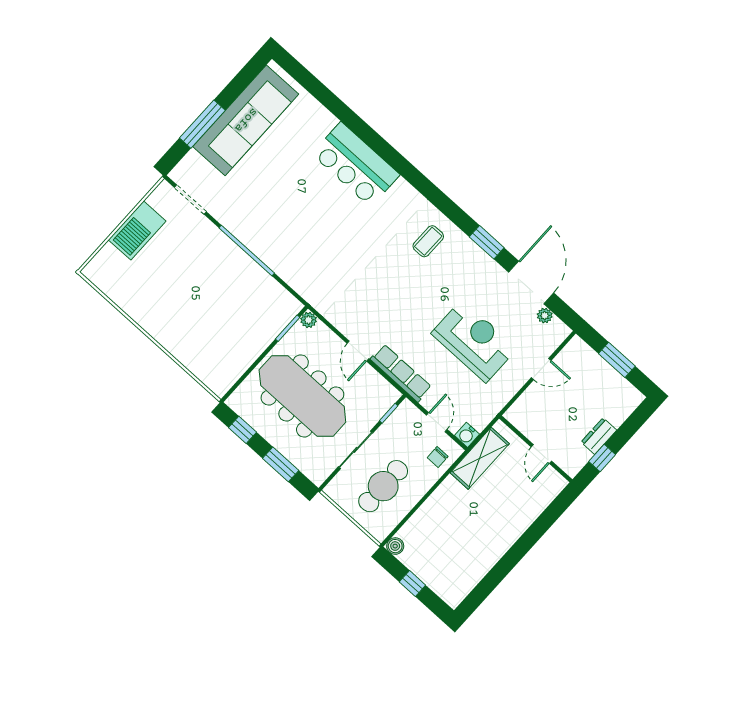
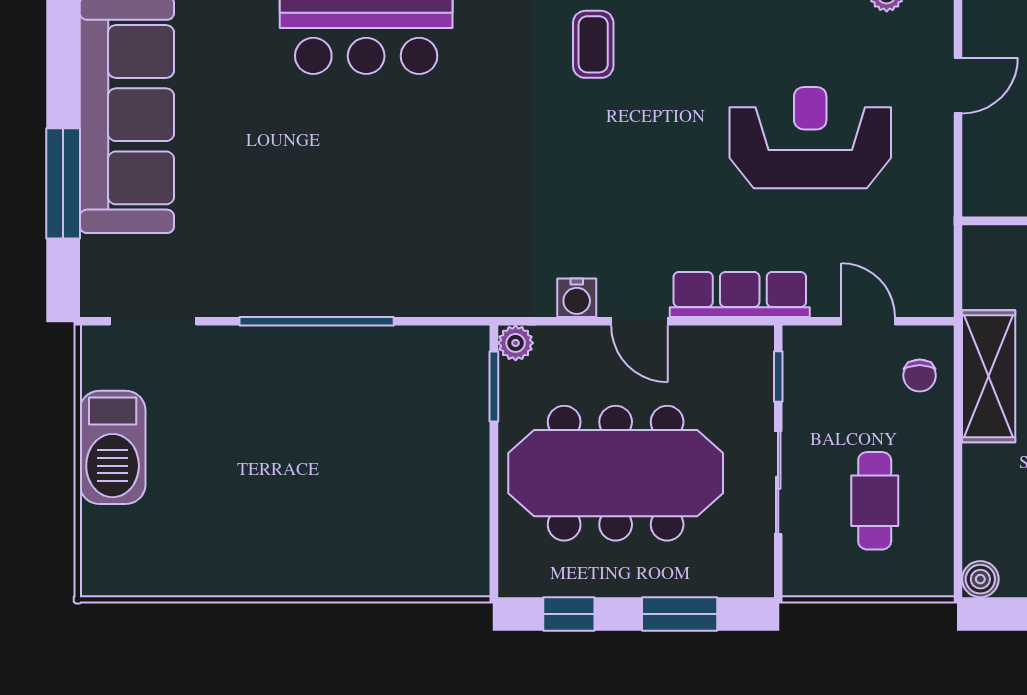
water cooler: (467, 435) -> (577, 298), moved
shelving: (480, 458) -> (989, 376), moved
cafe table: (383, 486) -> (875, 501), width x0.73, depth x0.74

